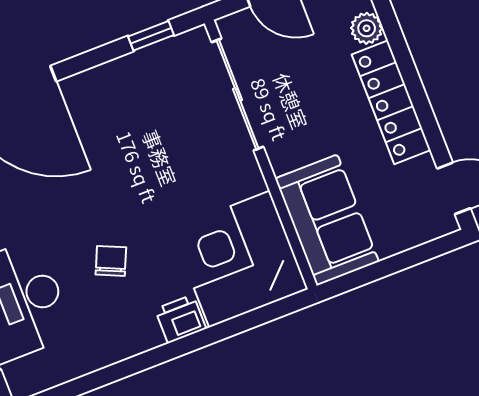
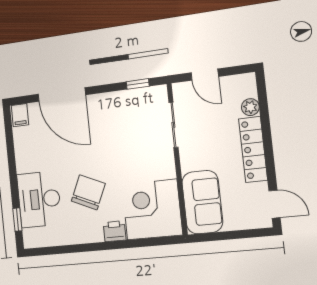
sliding door: (238, 94) -> (173, 125), width x0.73
chair: (111, 261) -> (88, 192), width x1.87, depth x1.87

